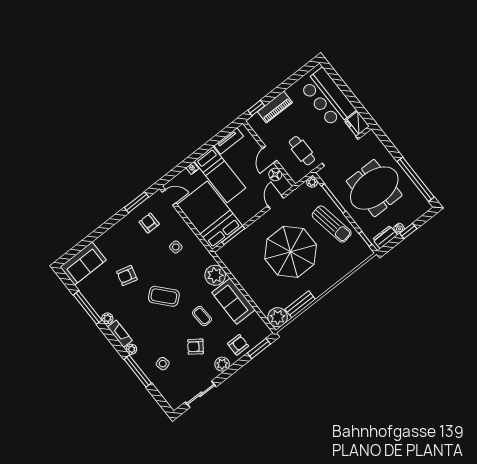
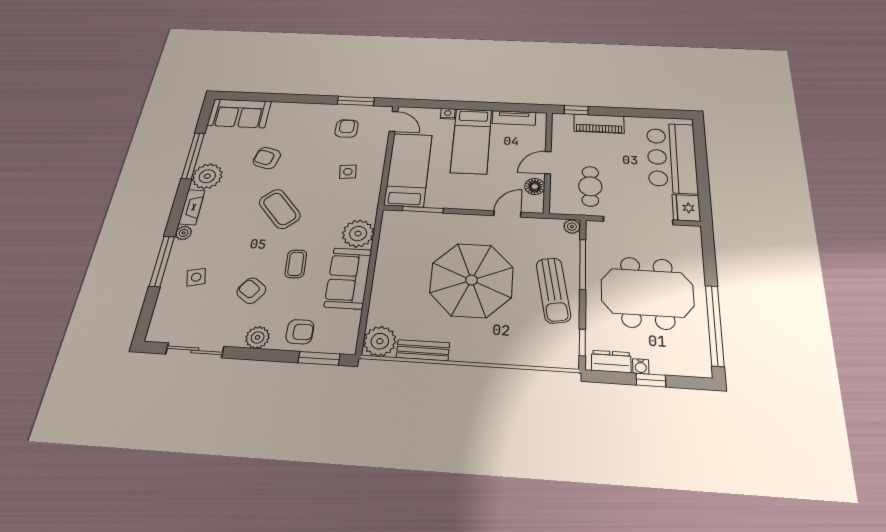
bed: (210, 215) -> (408, 170), width x0.67
plant: (107, 318) -> (207, 176), width x1.87, depth x1.87

